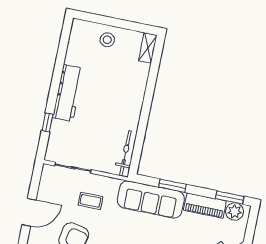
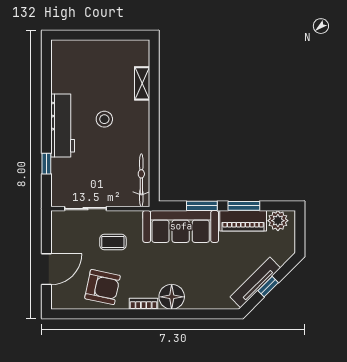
stool: (107, 40) -> (104, 119), moved
shelving: (148, 48) -> (142, 83), moved
window: (230, 198) -> (244, 206), moved

